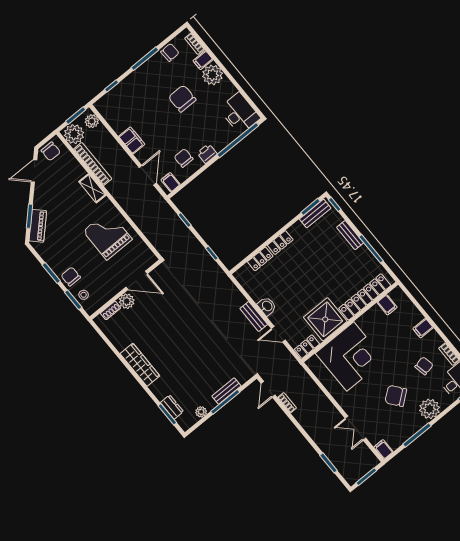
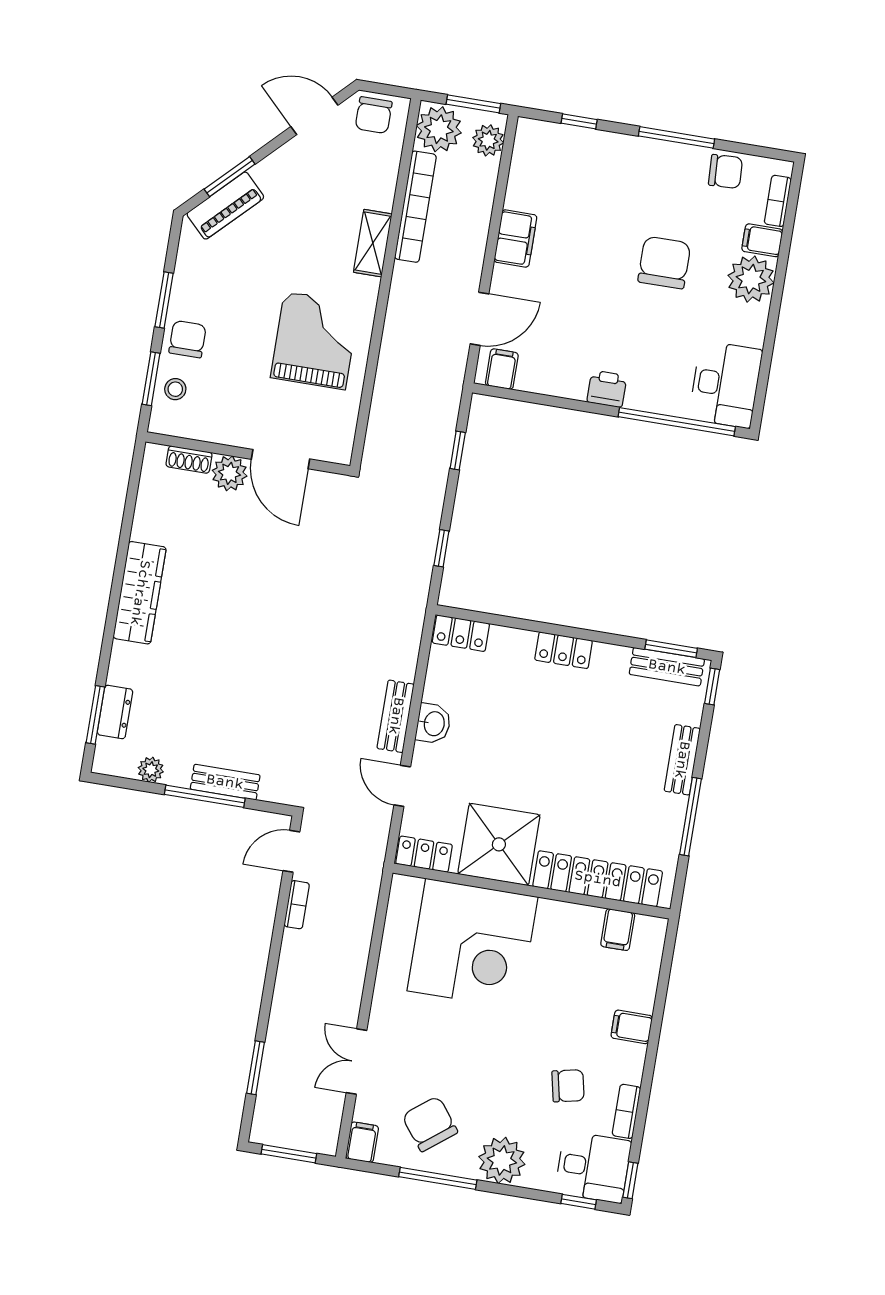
chair: (184, 158) -> (563, 355), removed
locker: (260, 259) -> (461, 633), moved
chair: (396, 396) -> (430, 1124), moved

